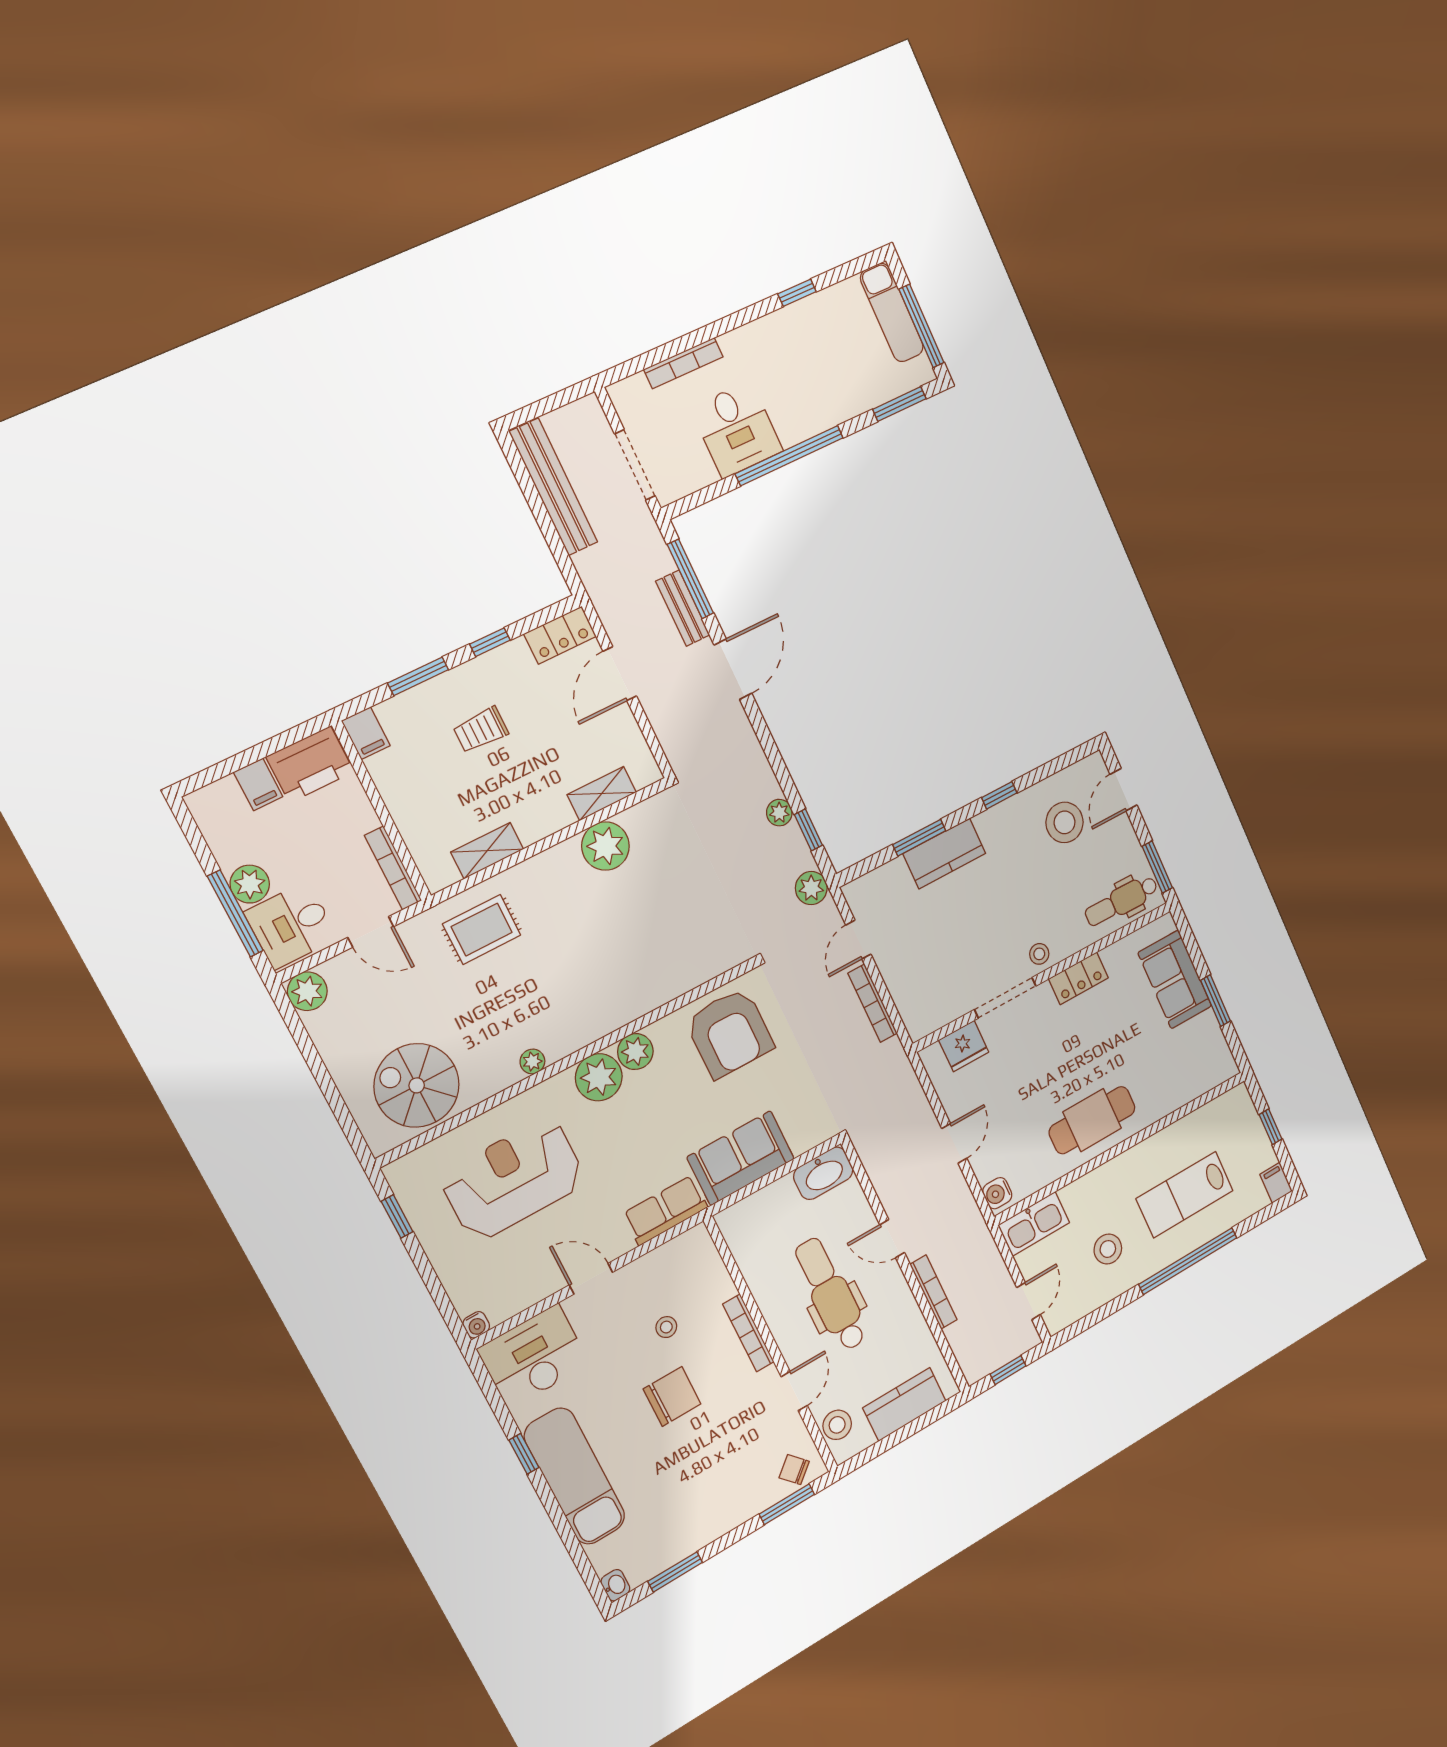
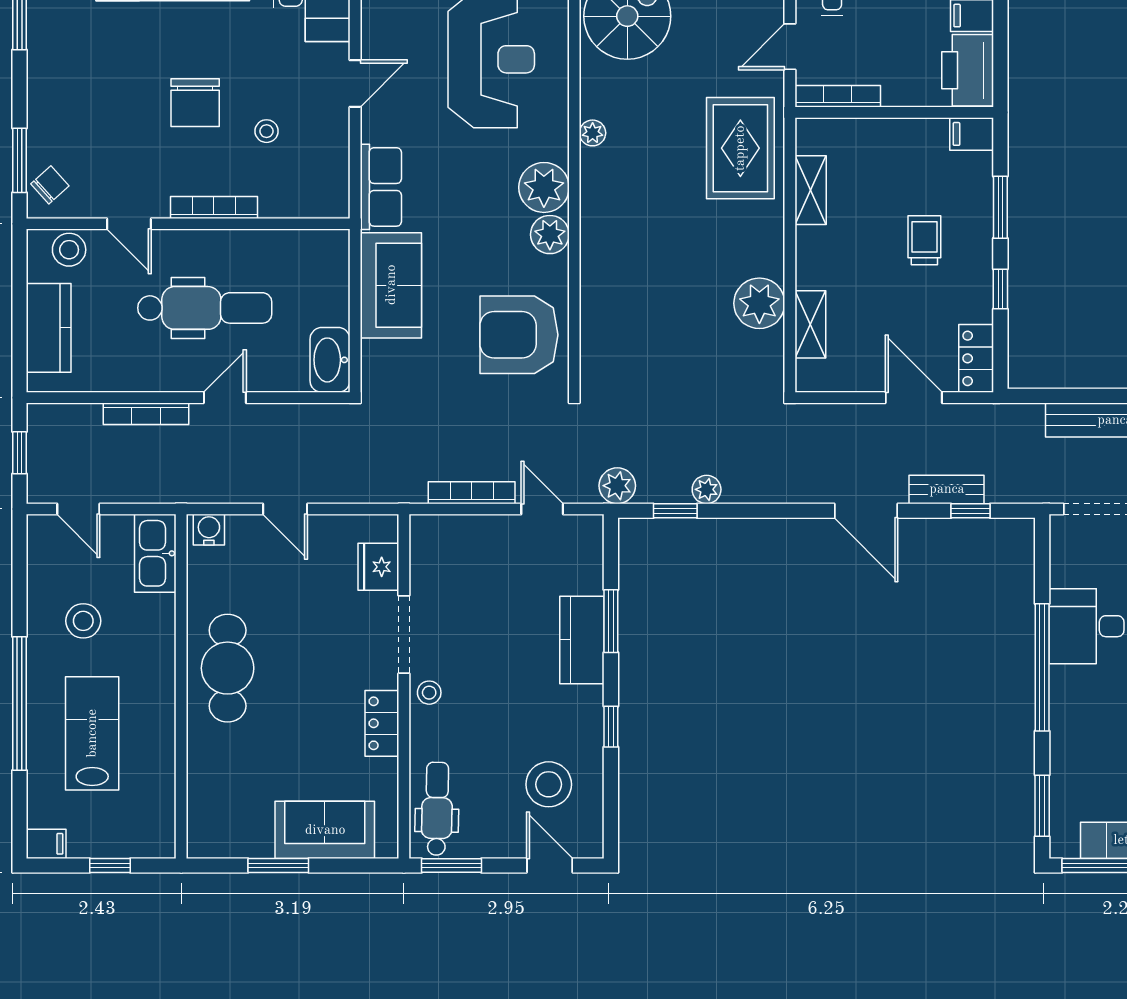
window: (690, 579) -> (970, 511), width x0.46
rug: (482, 930) -> (740, 148), width x1.36, depth x1.43

